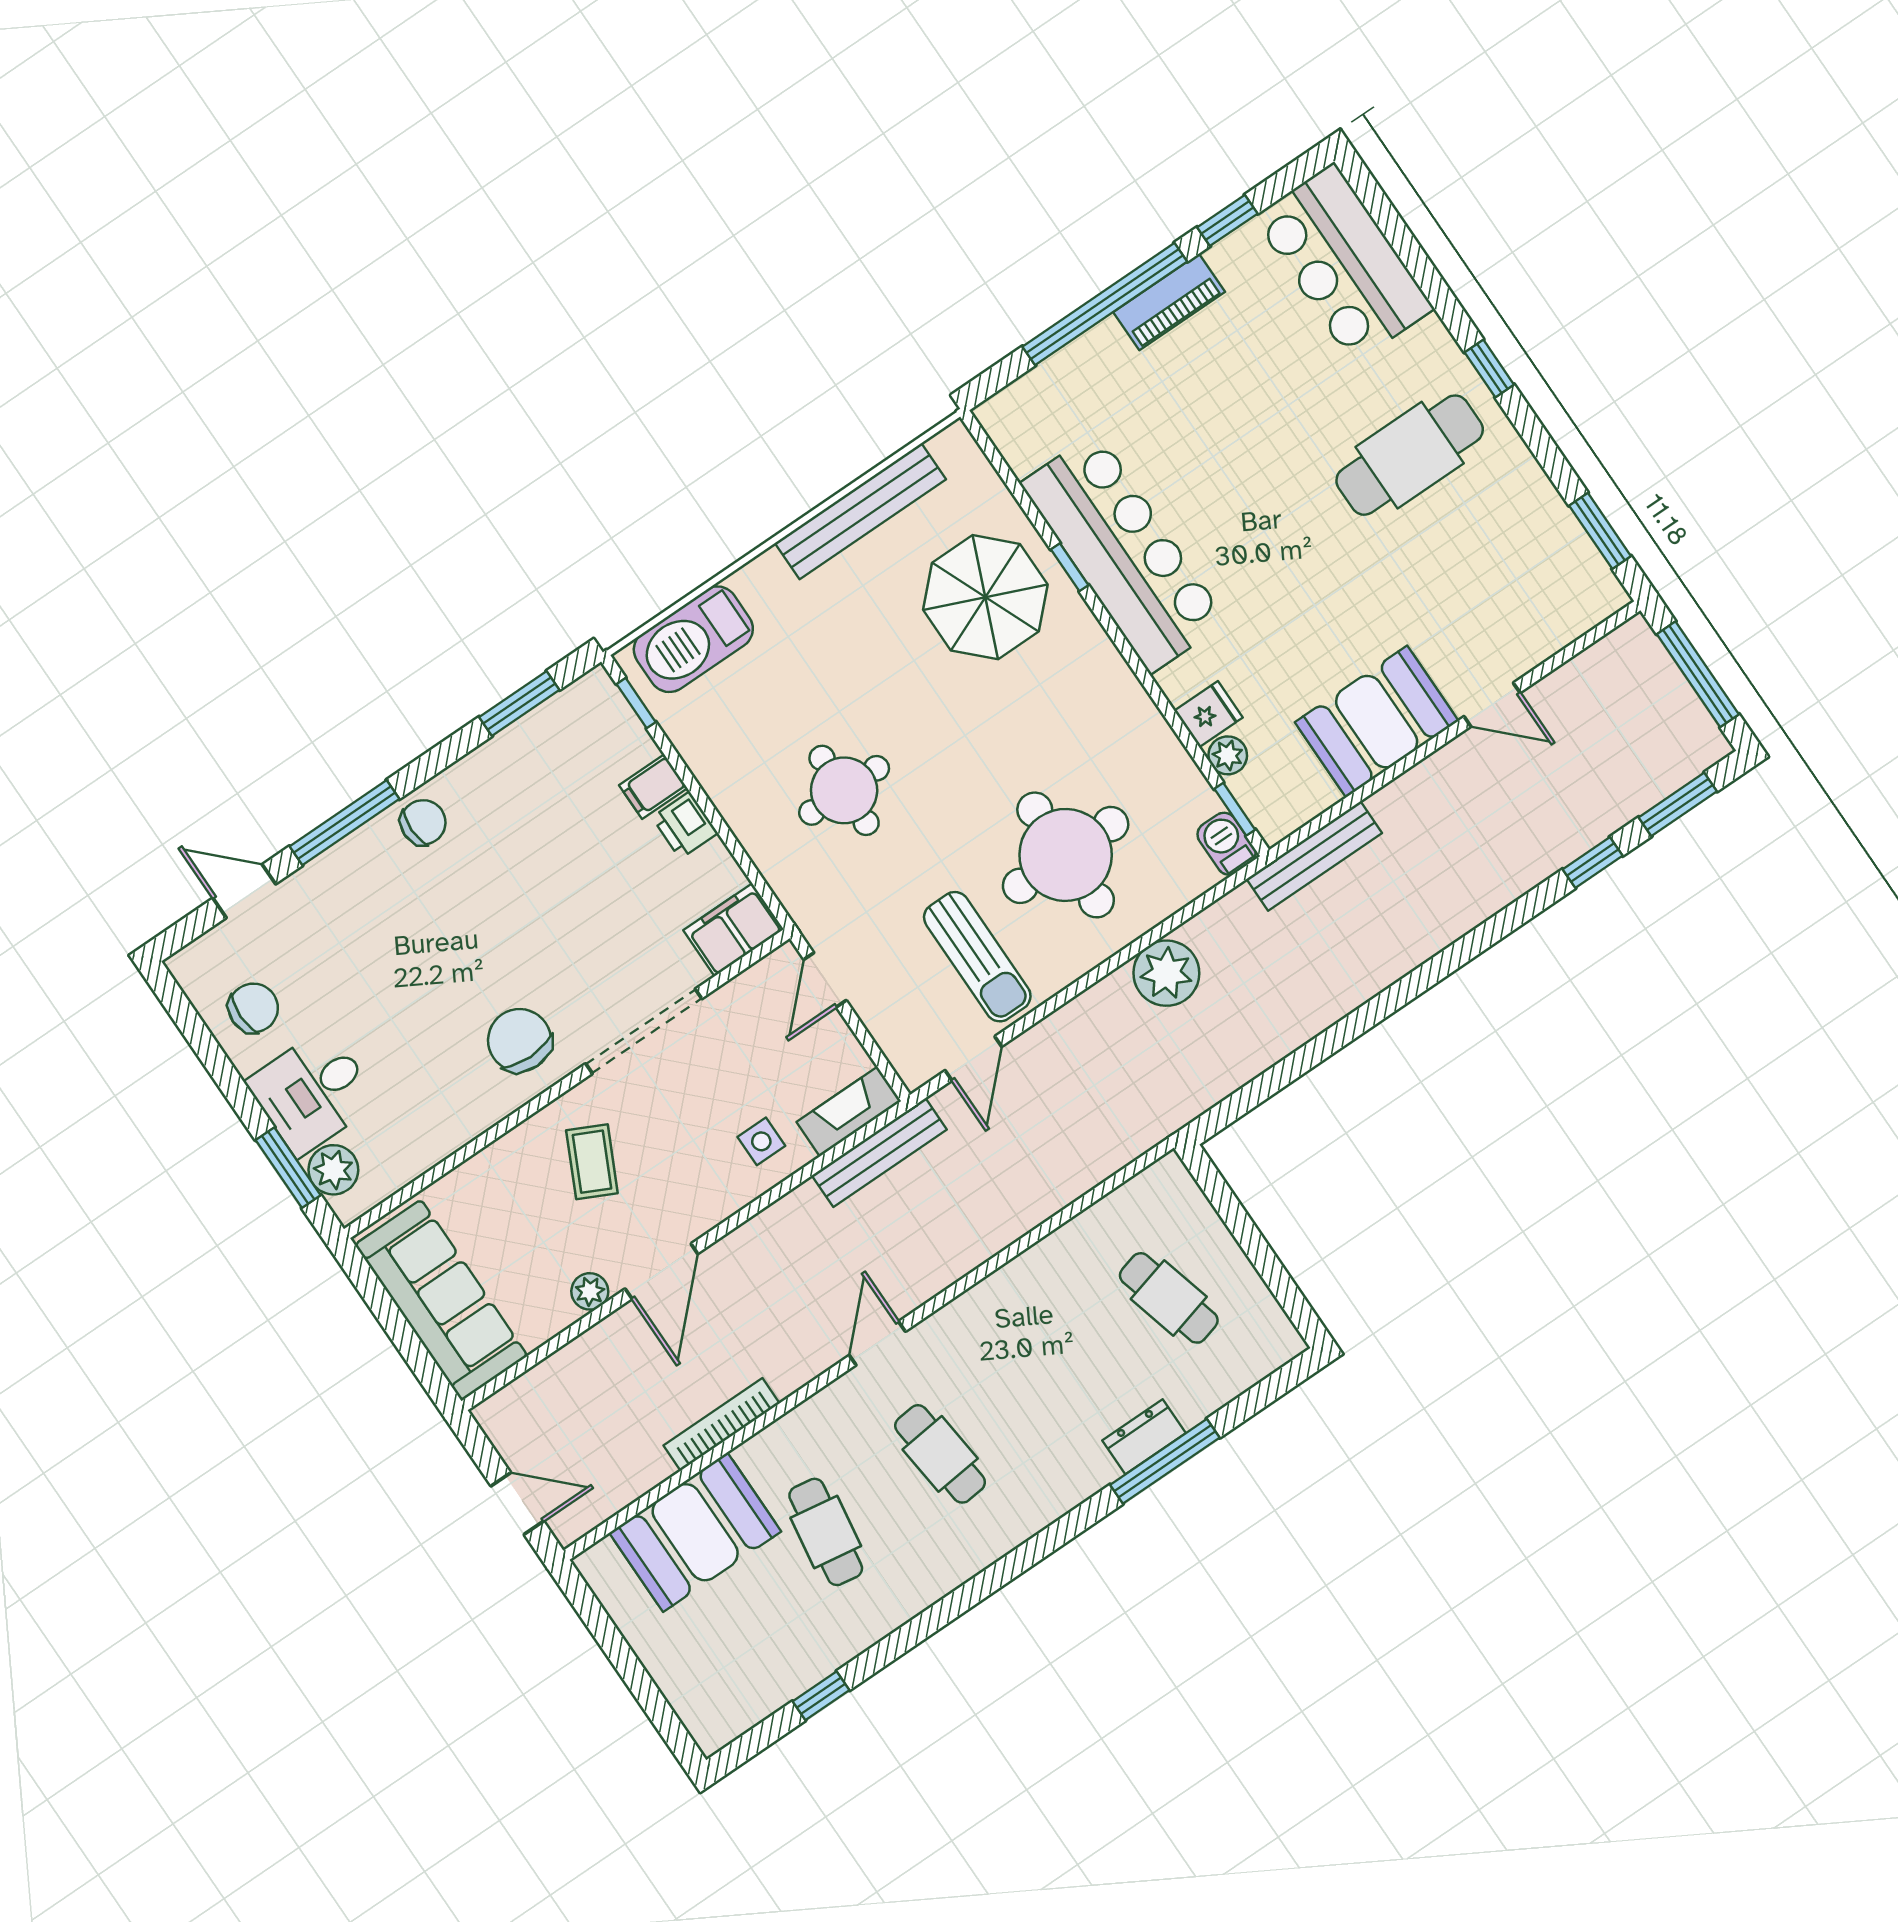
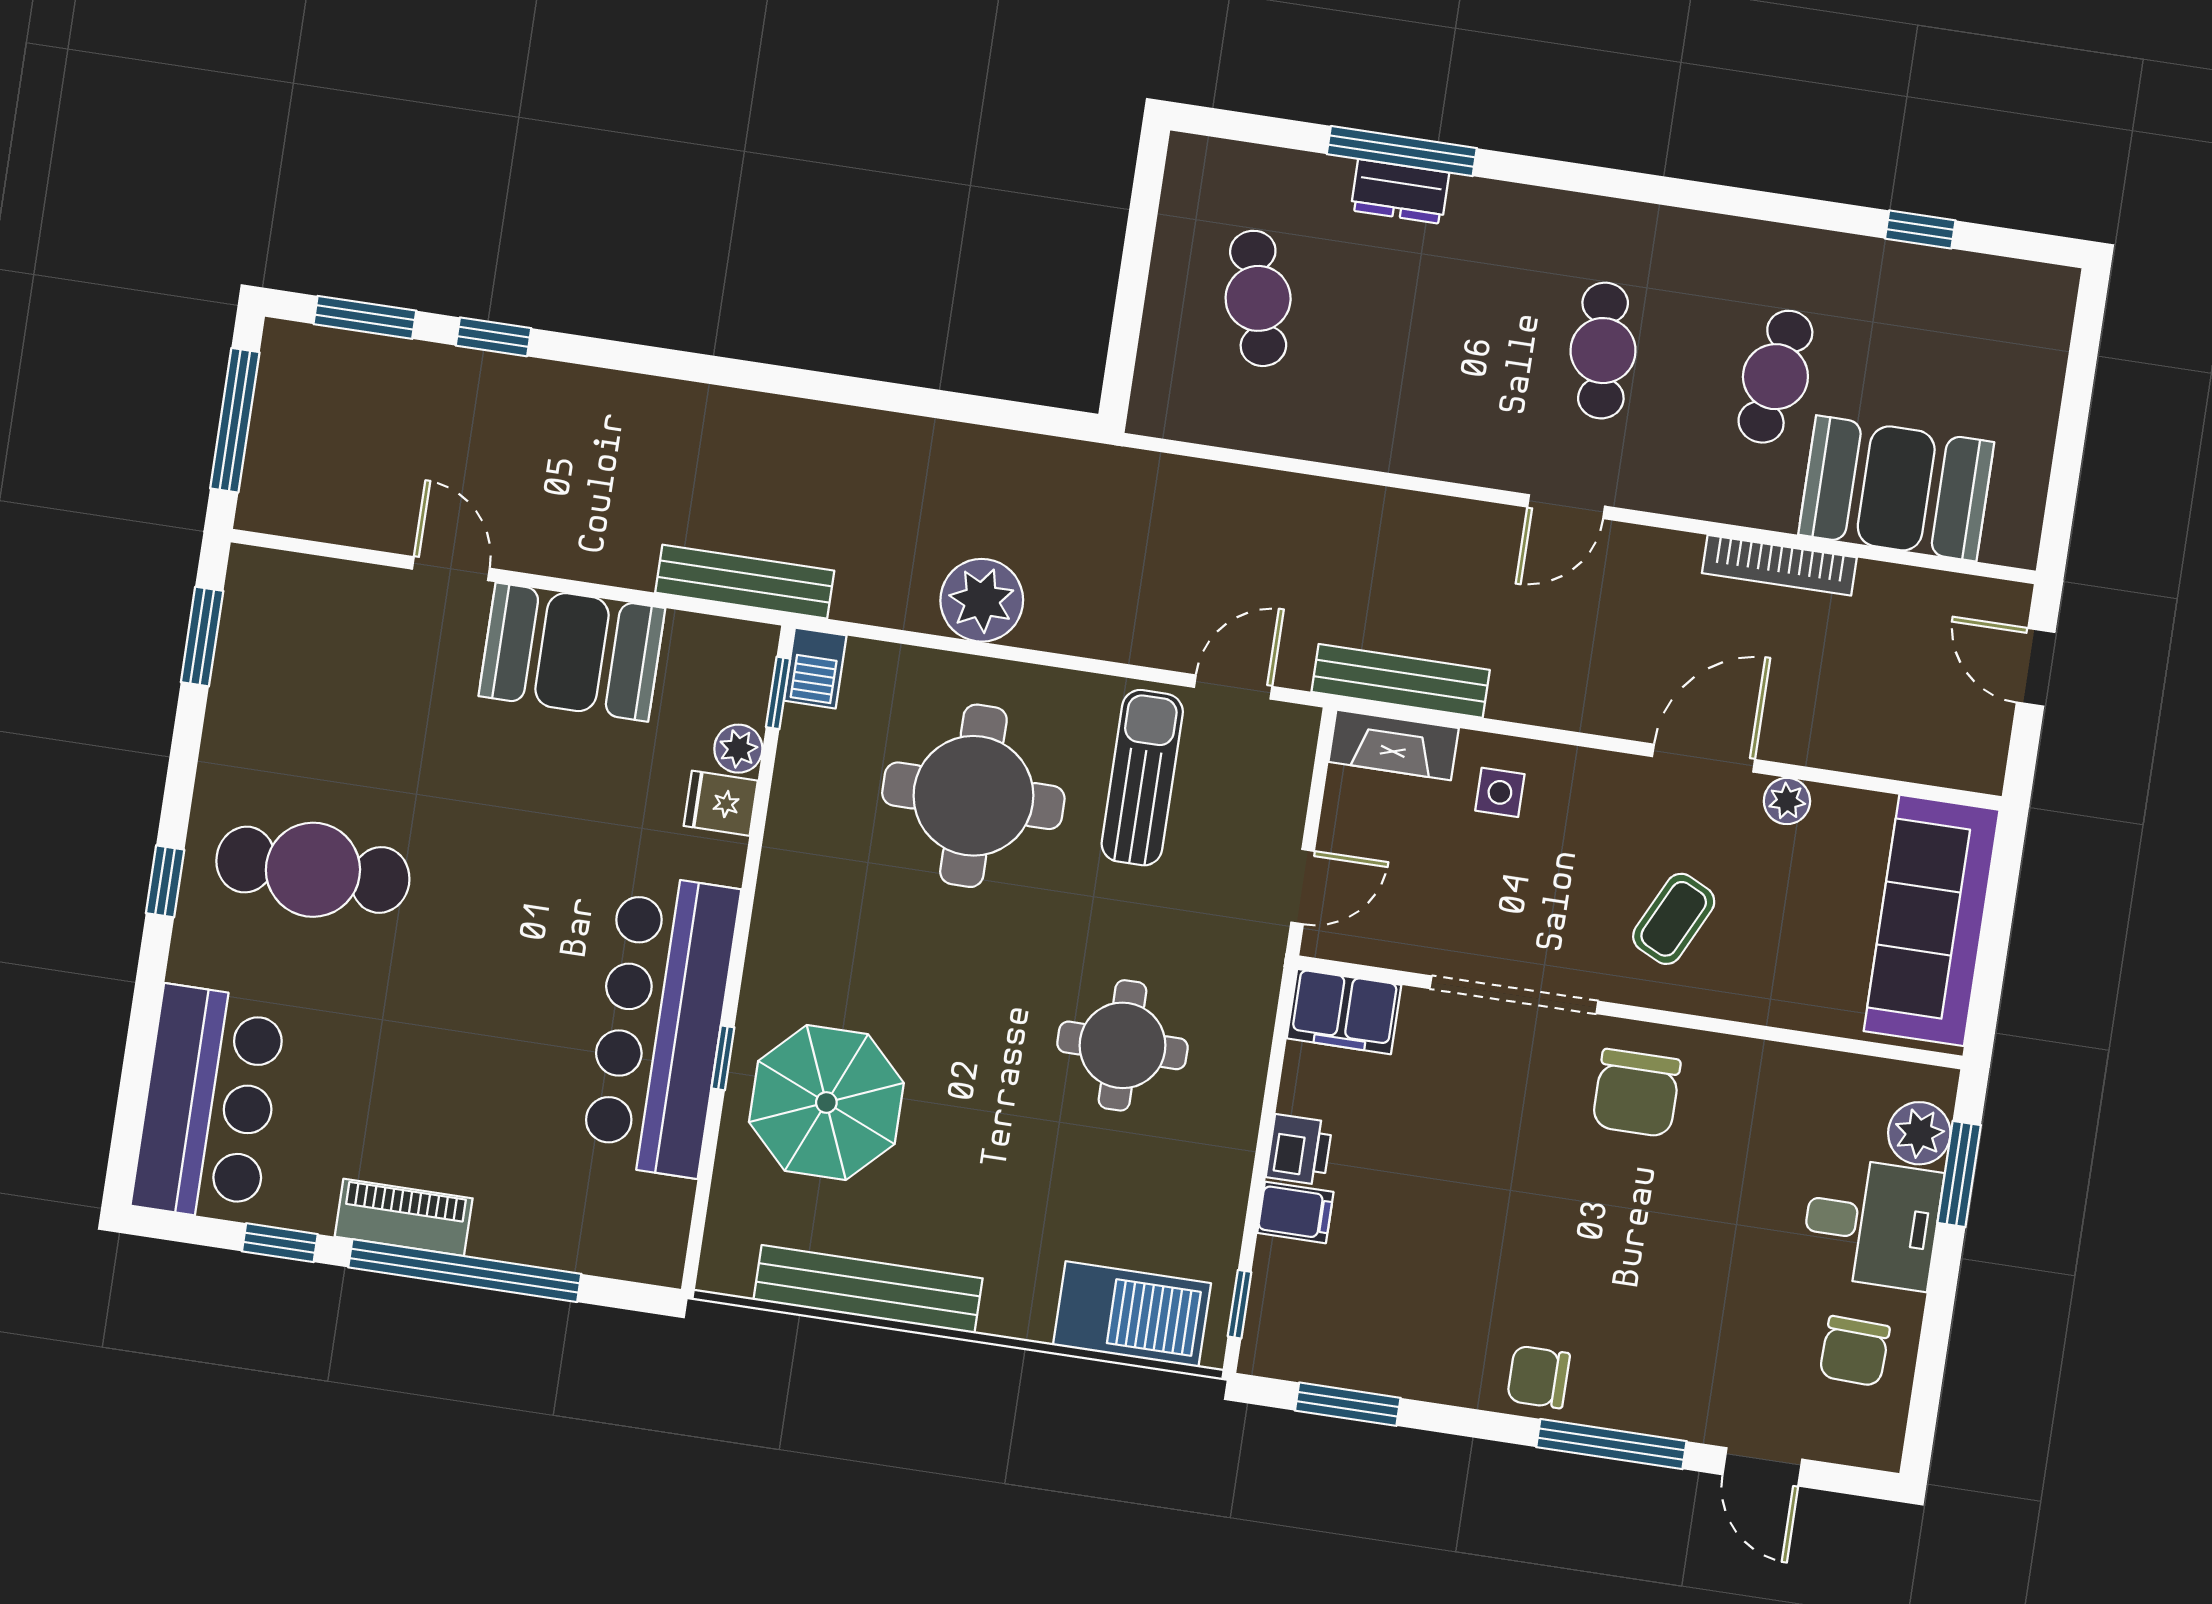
chair: (253, 1008) -> (1854, 1351), turned -88

